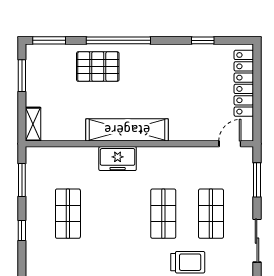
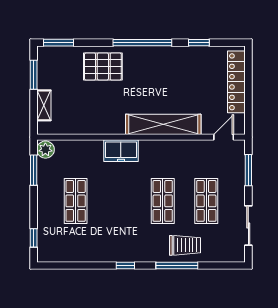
window: (118, 40) -> (142, 43), moved
shelving: (33, 124) -> (44, 105), moved
shelving: (127, 130) -> (163, 124), moved
plant: (35, 157) -> (45, 150), added
window: (22, 231) -> (34, 238), moved

